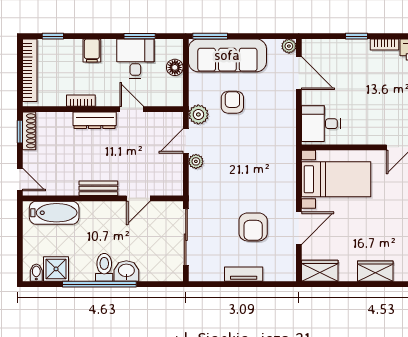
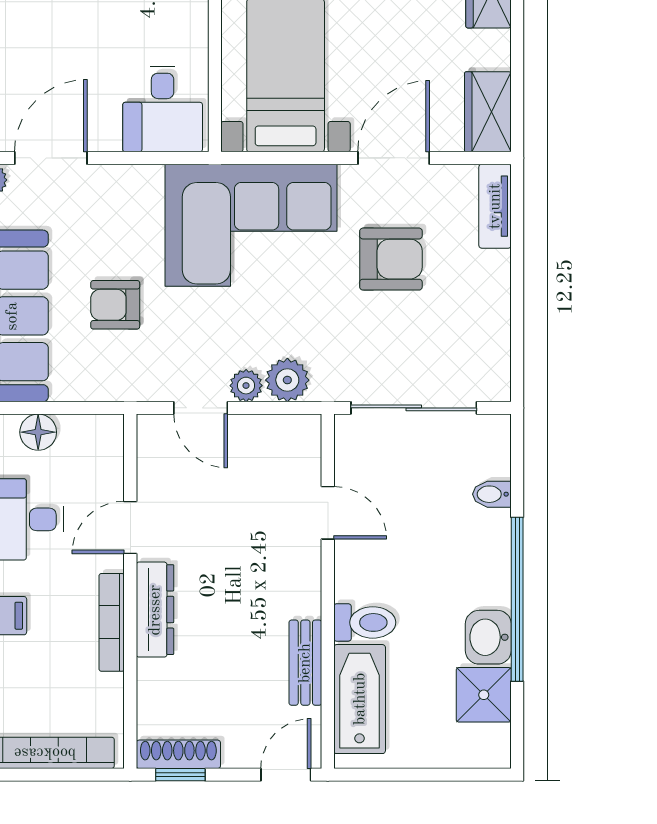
bookcase: (81, 101) -> (112, 622), width x1.56
plant: (198, 114) -> (287, 380), moved
corner sofa: (268, 164) -> (251, 225), added
bench: (98, 188) -> (305, 663), moved
door: (299, 228) -> (394, 158), hinge flipped
toilet: (104, 267) -> (365, 622), moved, turned 180
washbasin: (126, 271) -> (488, 637), moved
bidet: (36, 273) -> (492, 494), moved
tv unit: (244, 274) -> (495, 206), moved

